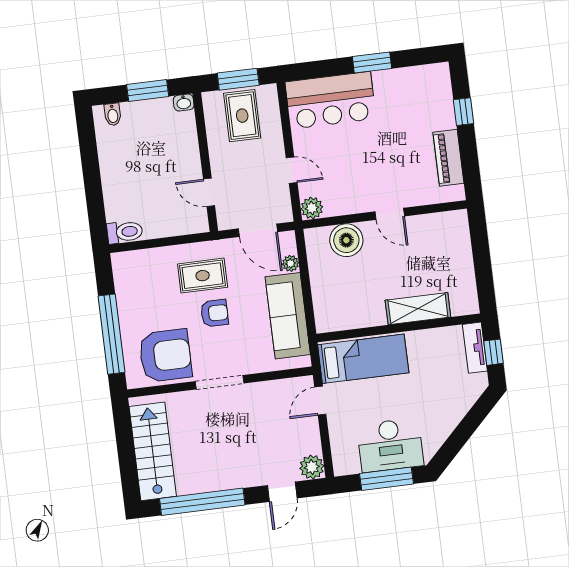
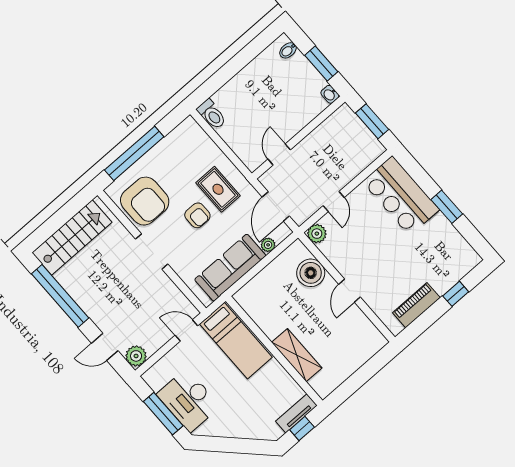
rug: (242, 116) -> (348, 141), removed

